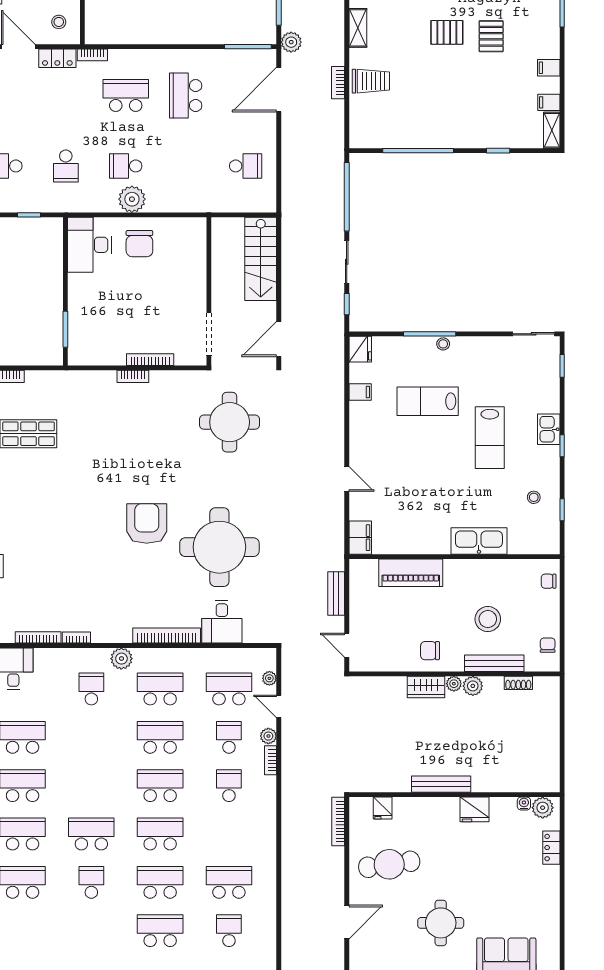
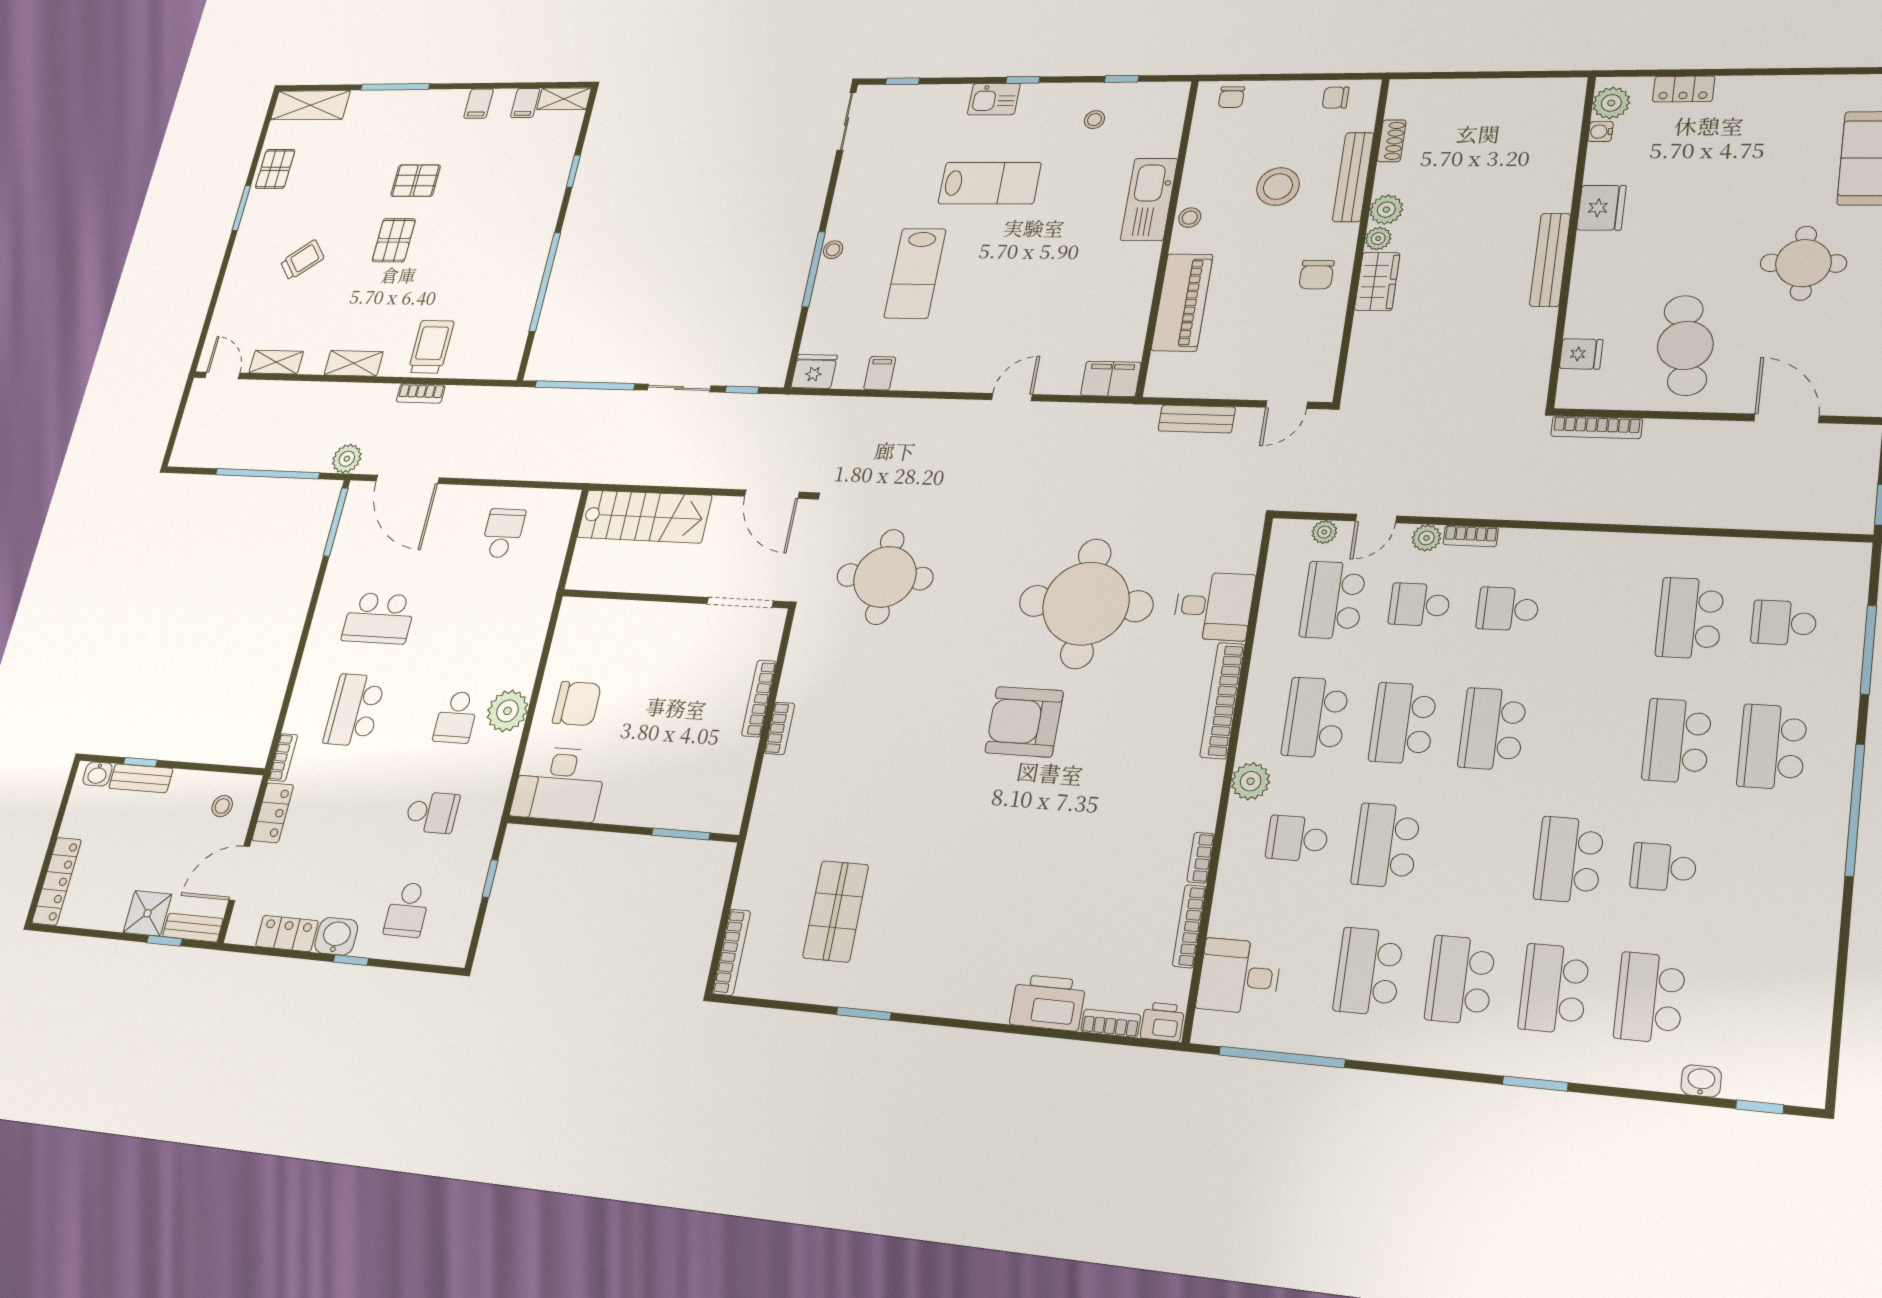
stool: (467, 568) -> (1190, 218), added
school desk: (160, 834) -> (1386, 845), moved

